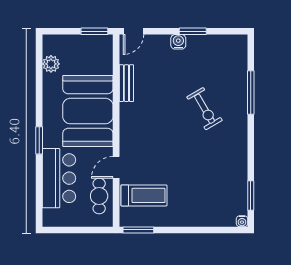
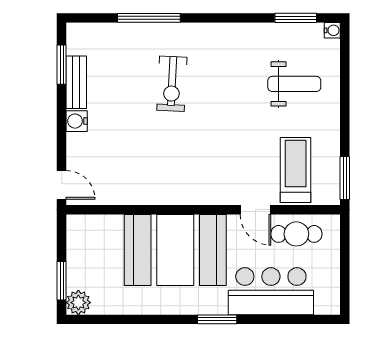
window: (94, 31) -> (62, 281), moved
window: (193, 31) -> (62, 65), moved
plant: (51, 64) -> (78, 303), moved
bench: (126, 83) -> (76, 82), moved, turned 90
exercise bike: (204, 109) -> (172, 84), turned 123
weight bench: (204, 195) -> (294, 84), added

